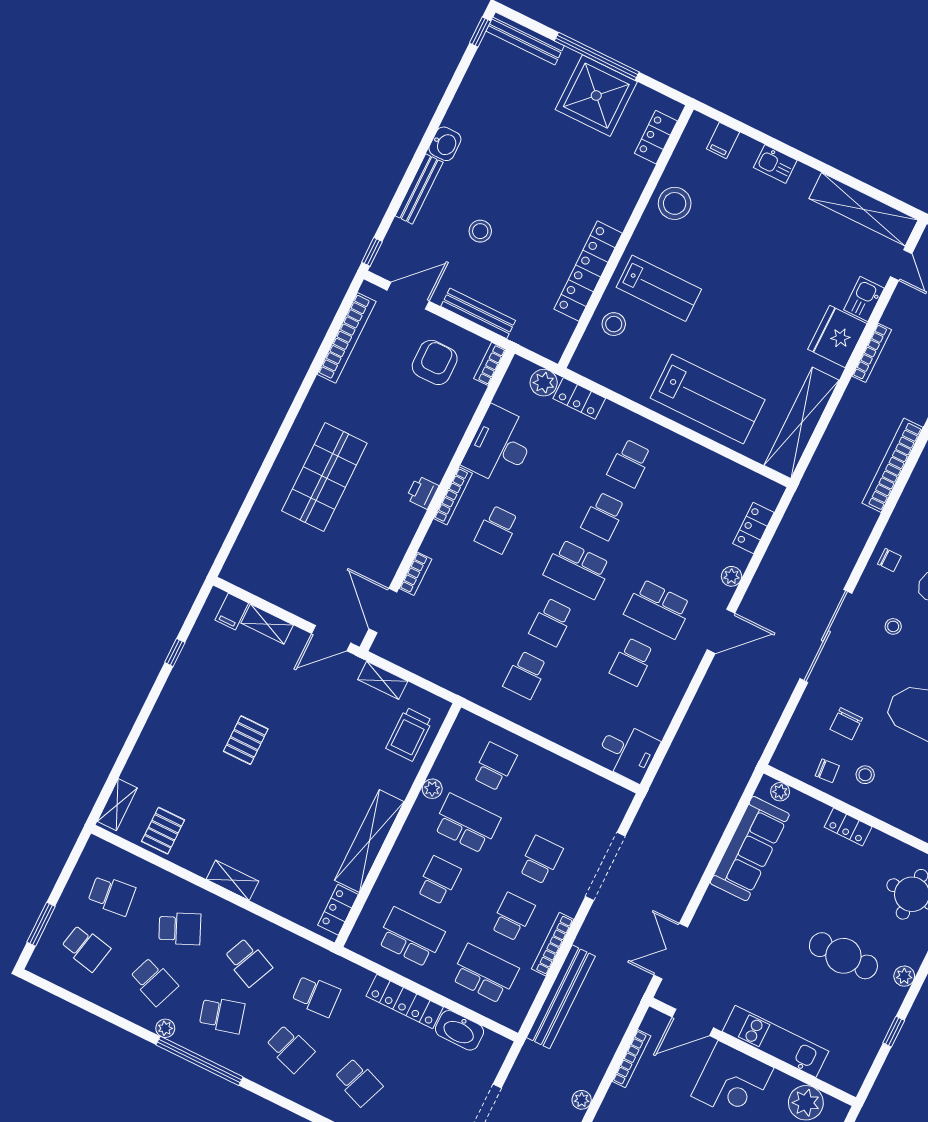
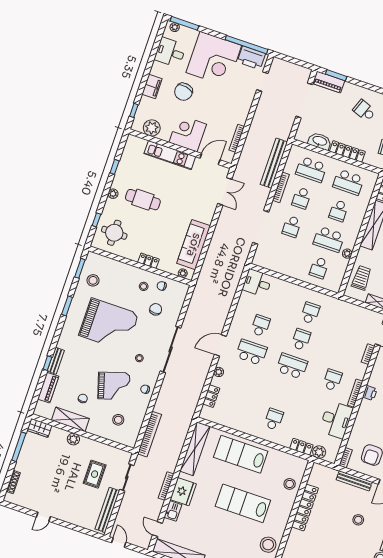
lab bench: (659, 288) -> (243, 503), moved, width x1.36, depth x1.39
school desk: (603, 516) -> (283, 393), removed
plant: (582, 1100) -> (258, 116), removed

